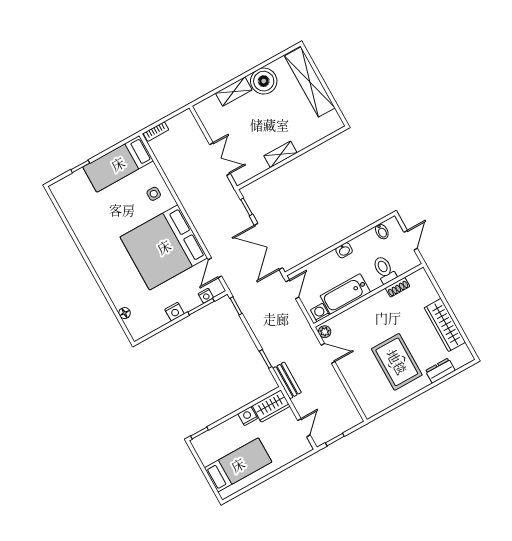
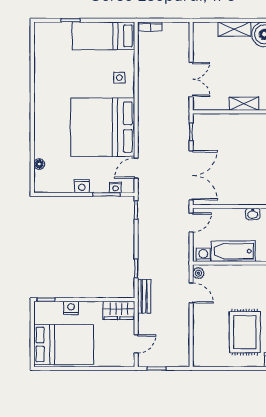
double door: (268, 246) -> (191, 175), swing flipped
nightstand: (248, 416) -> (71, 308), moved
bed: (238, 465) -> (64, 344), width x1.50

